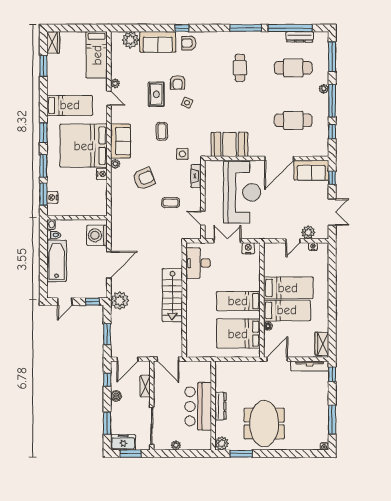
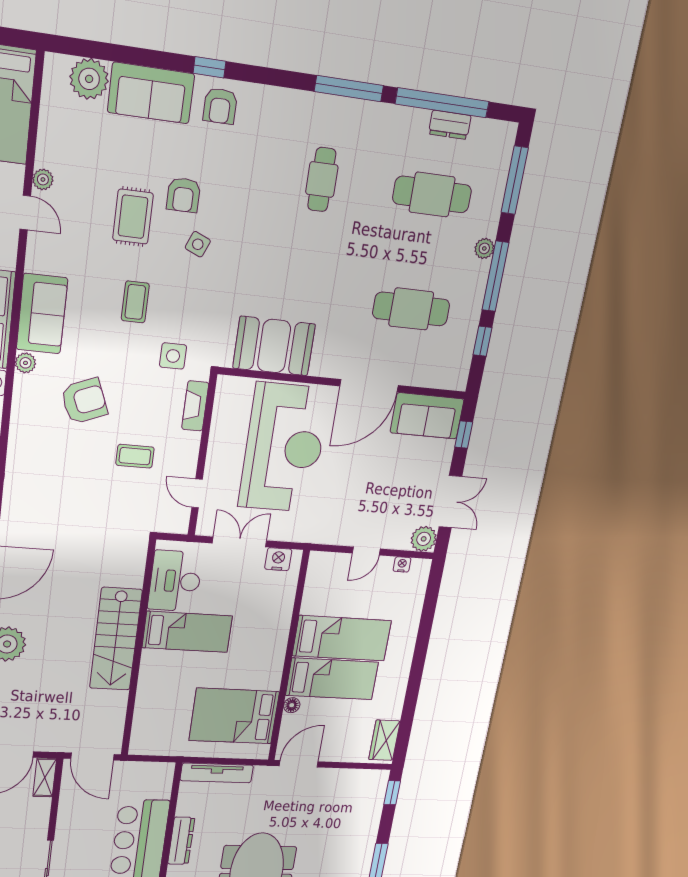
dresser: (300, 37) -> (450, 125), width x0.70
armchair: (189, 43) -> (220, 106), turned -90
plant: (308, 232) -> (424, 539), moved
bed: (238, 301) -> (187, 632), moved, turned 180
tv unit: (310, 366) -> (217, 773), moved
shelving: (145, 386) -> (45, 777), moved

